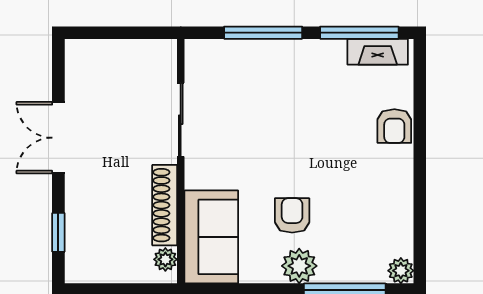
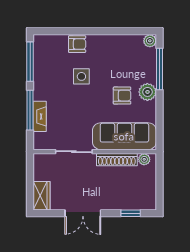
fireplace: (378, 52) -> (40, 116), moved
wardrobe: (93, 55) -> (41, 196), added
side table: (330, 135) -> (81, 76), added
armchair: (292, 215) -> (122, 96), turned 180
sofa: (211, 237) -> (124, 136), width x1.36

